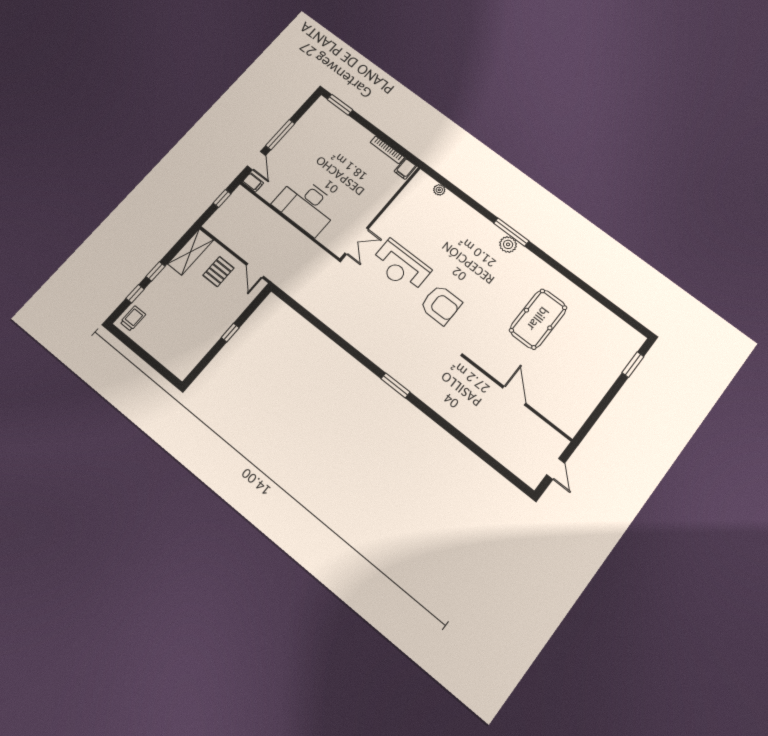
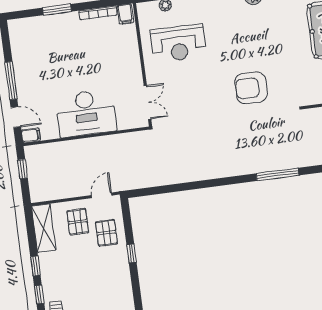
window: (340, 105) -> (57, 10), moved
reception desk: (401, 266) -> (178, 43), moved
door: (255, 271) -> (102, 195), swing flipped
pallet: (229, 300) -> (106, 233), added
armchair: (441, 305) -> (251, 88), turned 180
window: (395, 385) -> (278, 174), width x1.44

